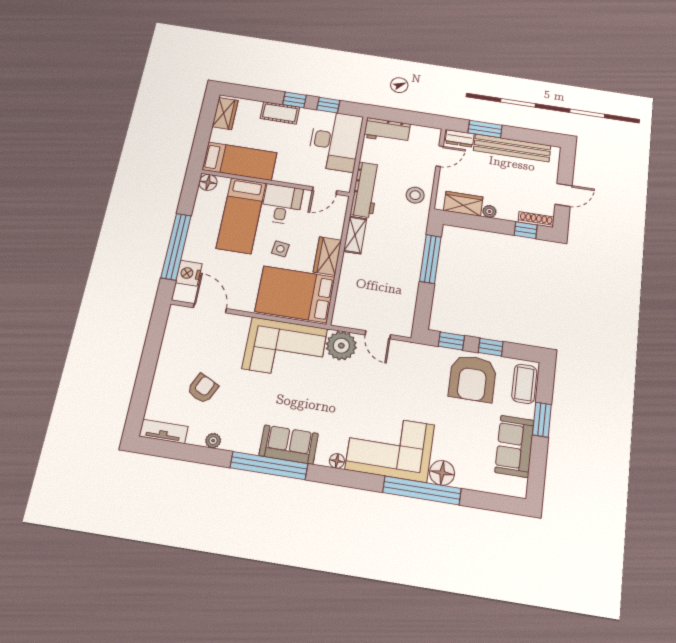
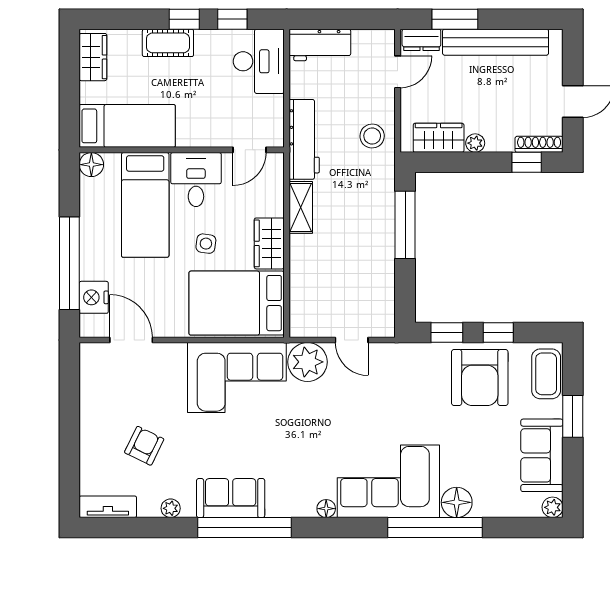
desk: (335, 141) -> (259, 61), width x0.73, depth x0.77
sofa: (289, 445) -> (231, 498), moved
plant: (519, 489) -> (553, 507), added

